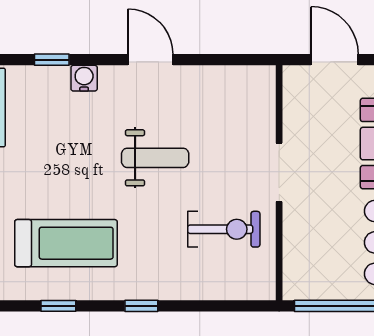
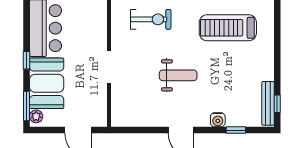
weight bench: (155, 158) -> (178, 75), turned 180
exercise bike: (224, 229) -> (151, 19), moved, turned 180

